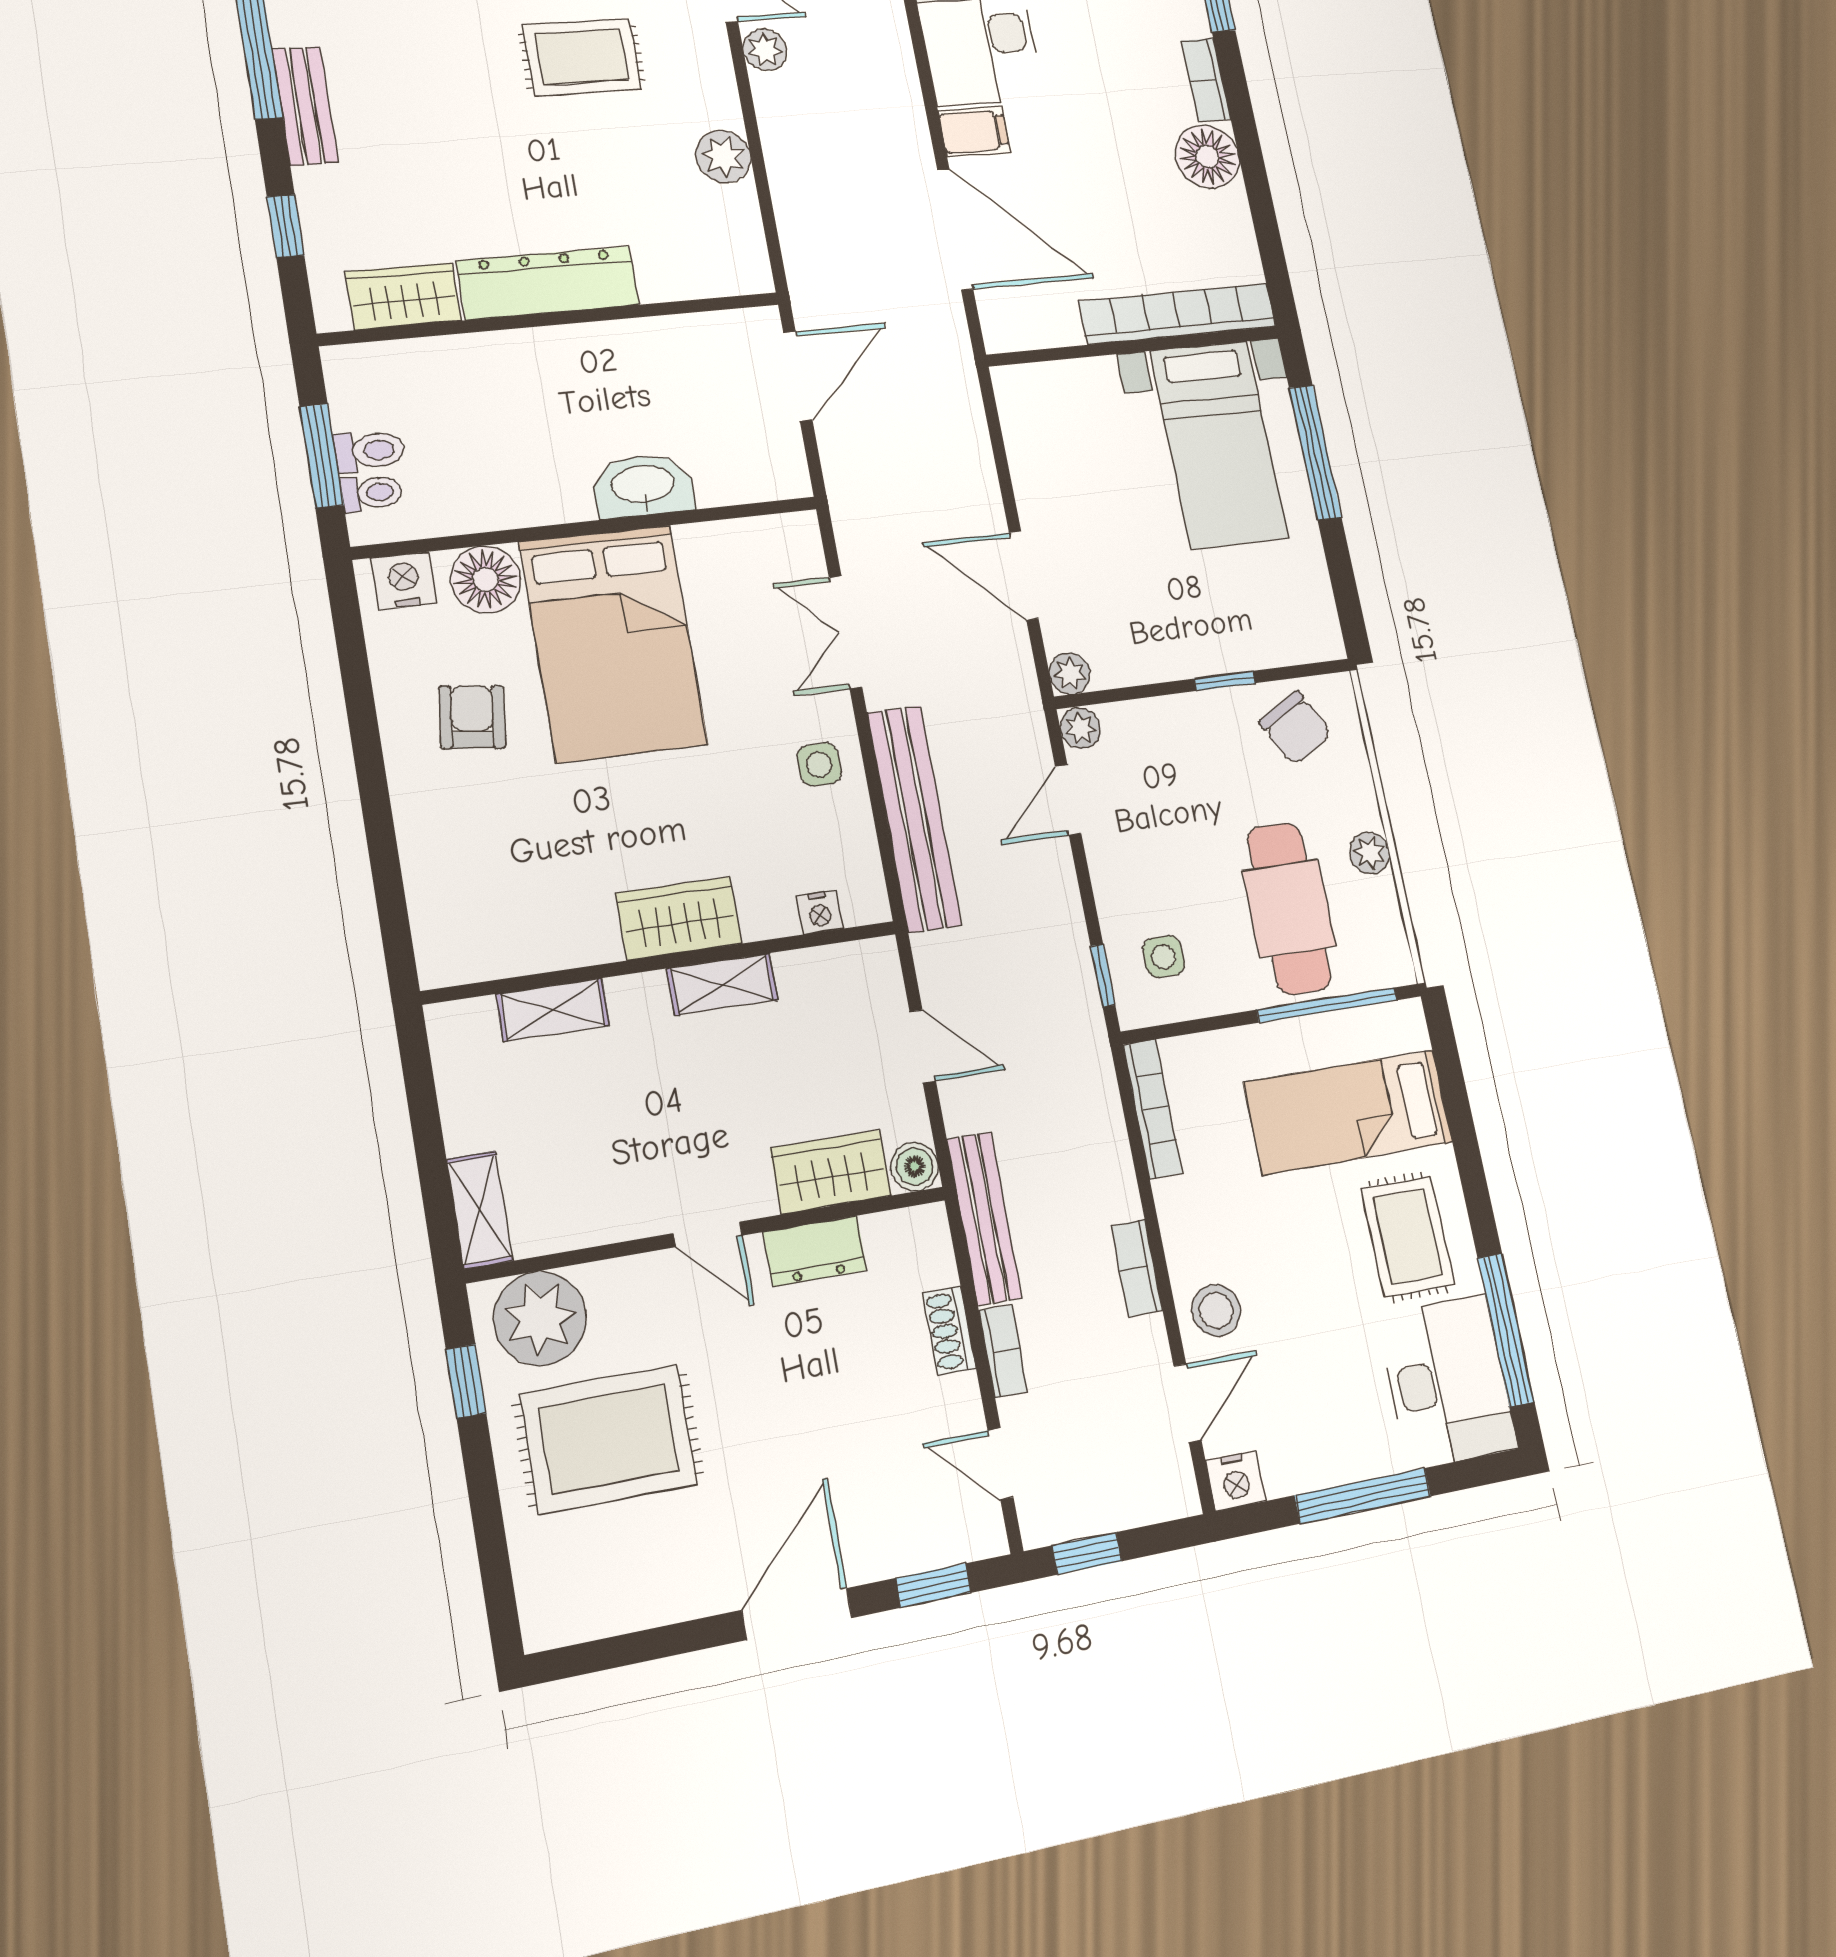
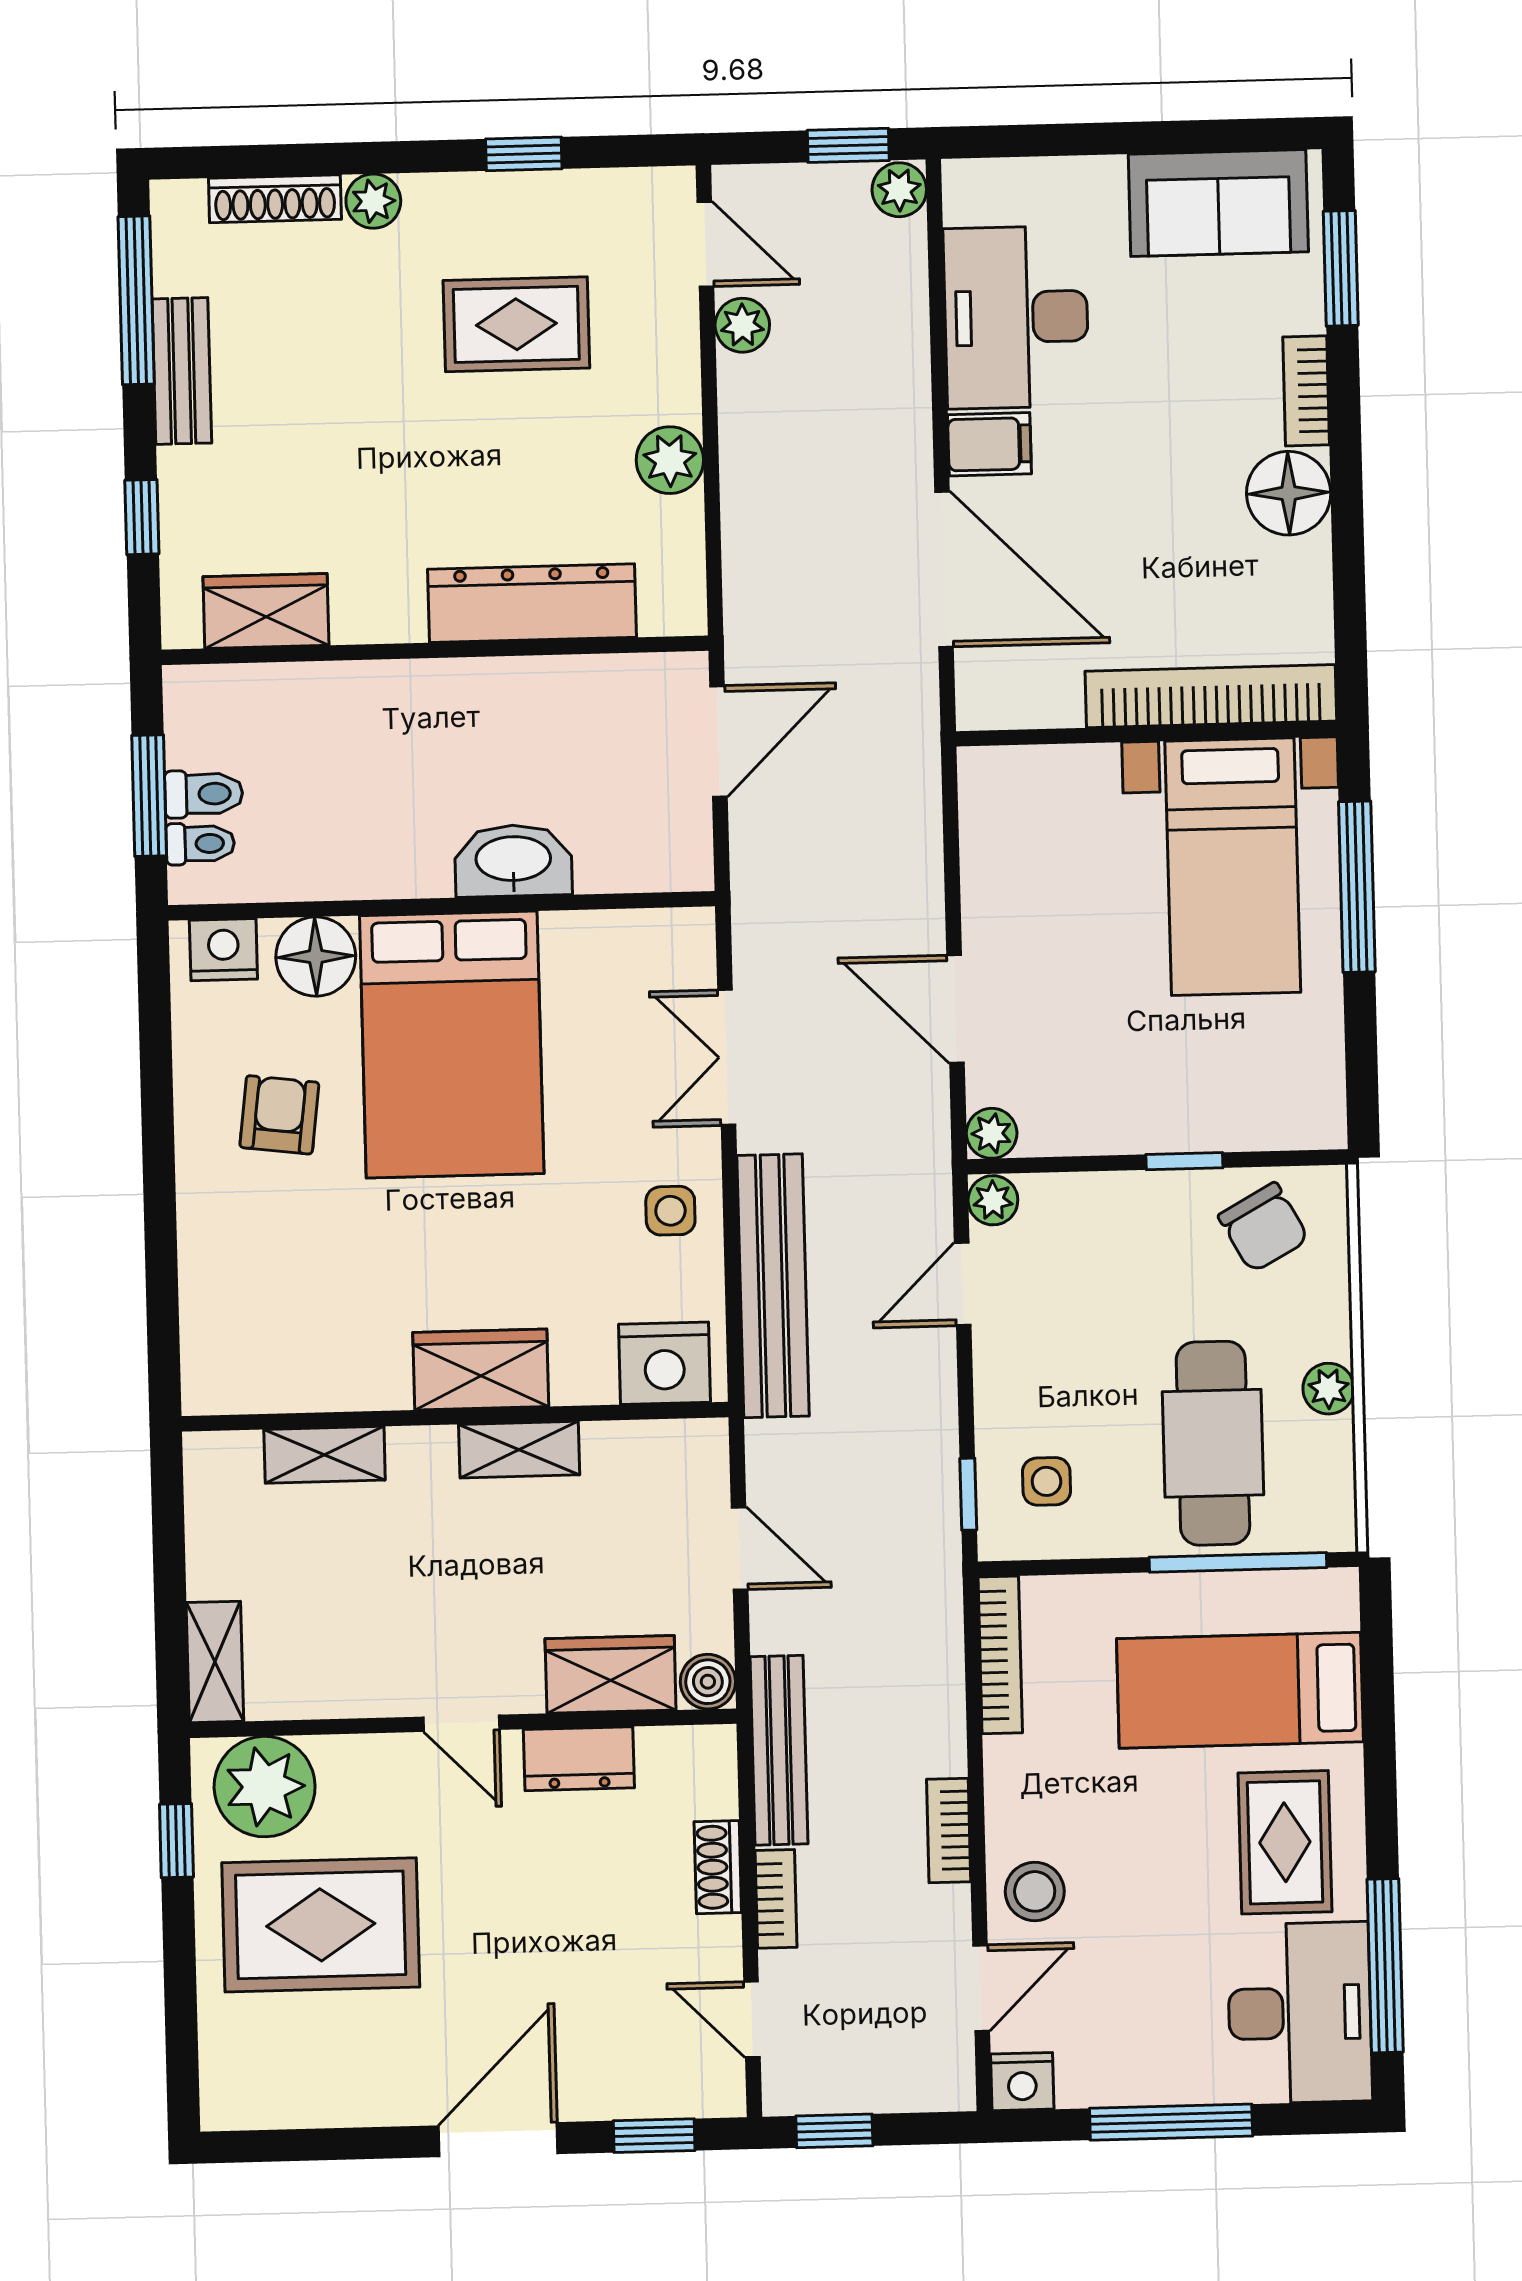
dresser: (548, 283) -> (532, 603), moved
nightstand: (820, 912) -> (665, 1363), width x1.89, depth x1.79

